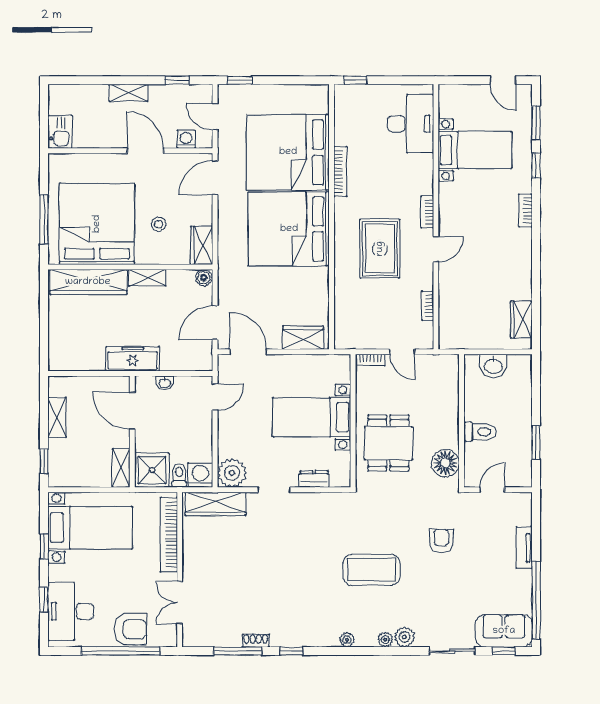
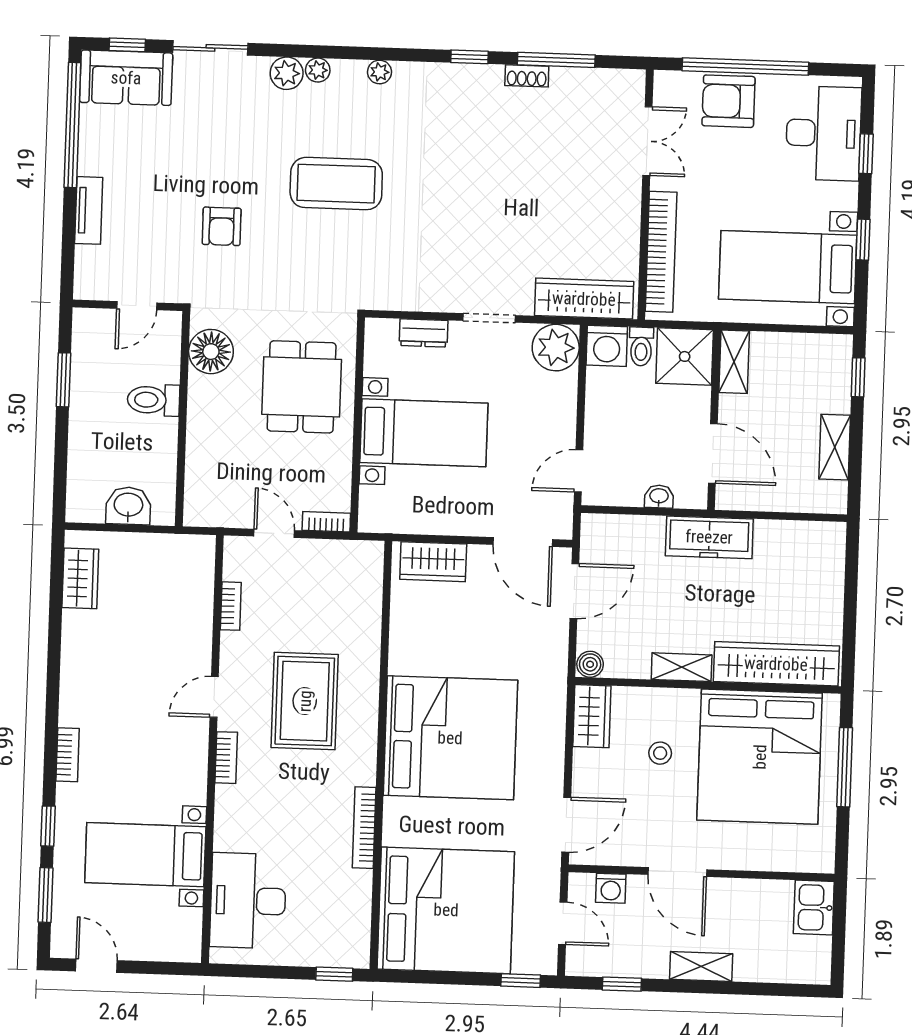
bed: (288, 152) -> (446, 910), moved

